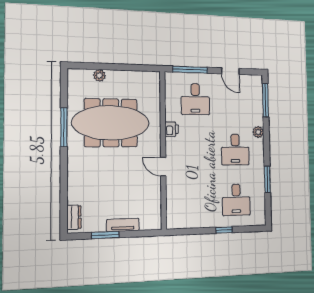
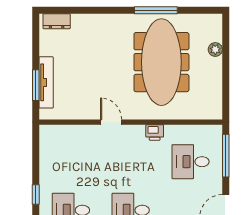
door: (163, 167) -> (111, 122), hinge flipped
tv unit: (123, 225) -> (46, 82), width x1.41
window: (105, 235) -> (36, 85), moved

